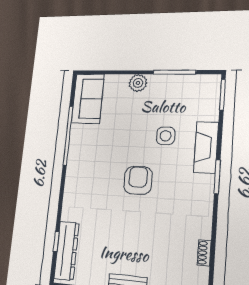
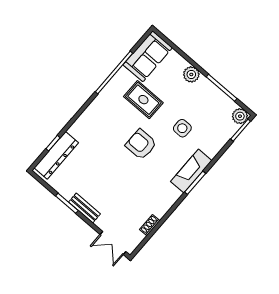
plant: (212, 83) -> (240, 116), added
rug: (111, 138) -> (143, 100), added
fireplace: (206, 147) -> (191, 171), moved
armchair: (138, 180) -> (141, 144), turned -90

